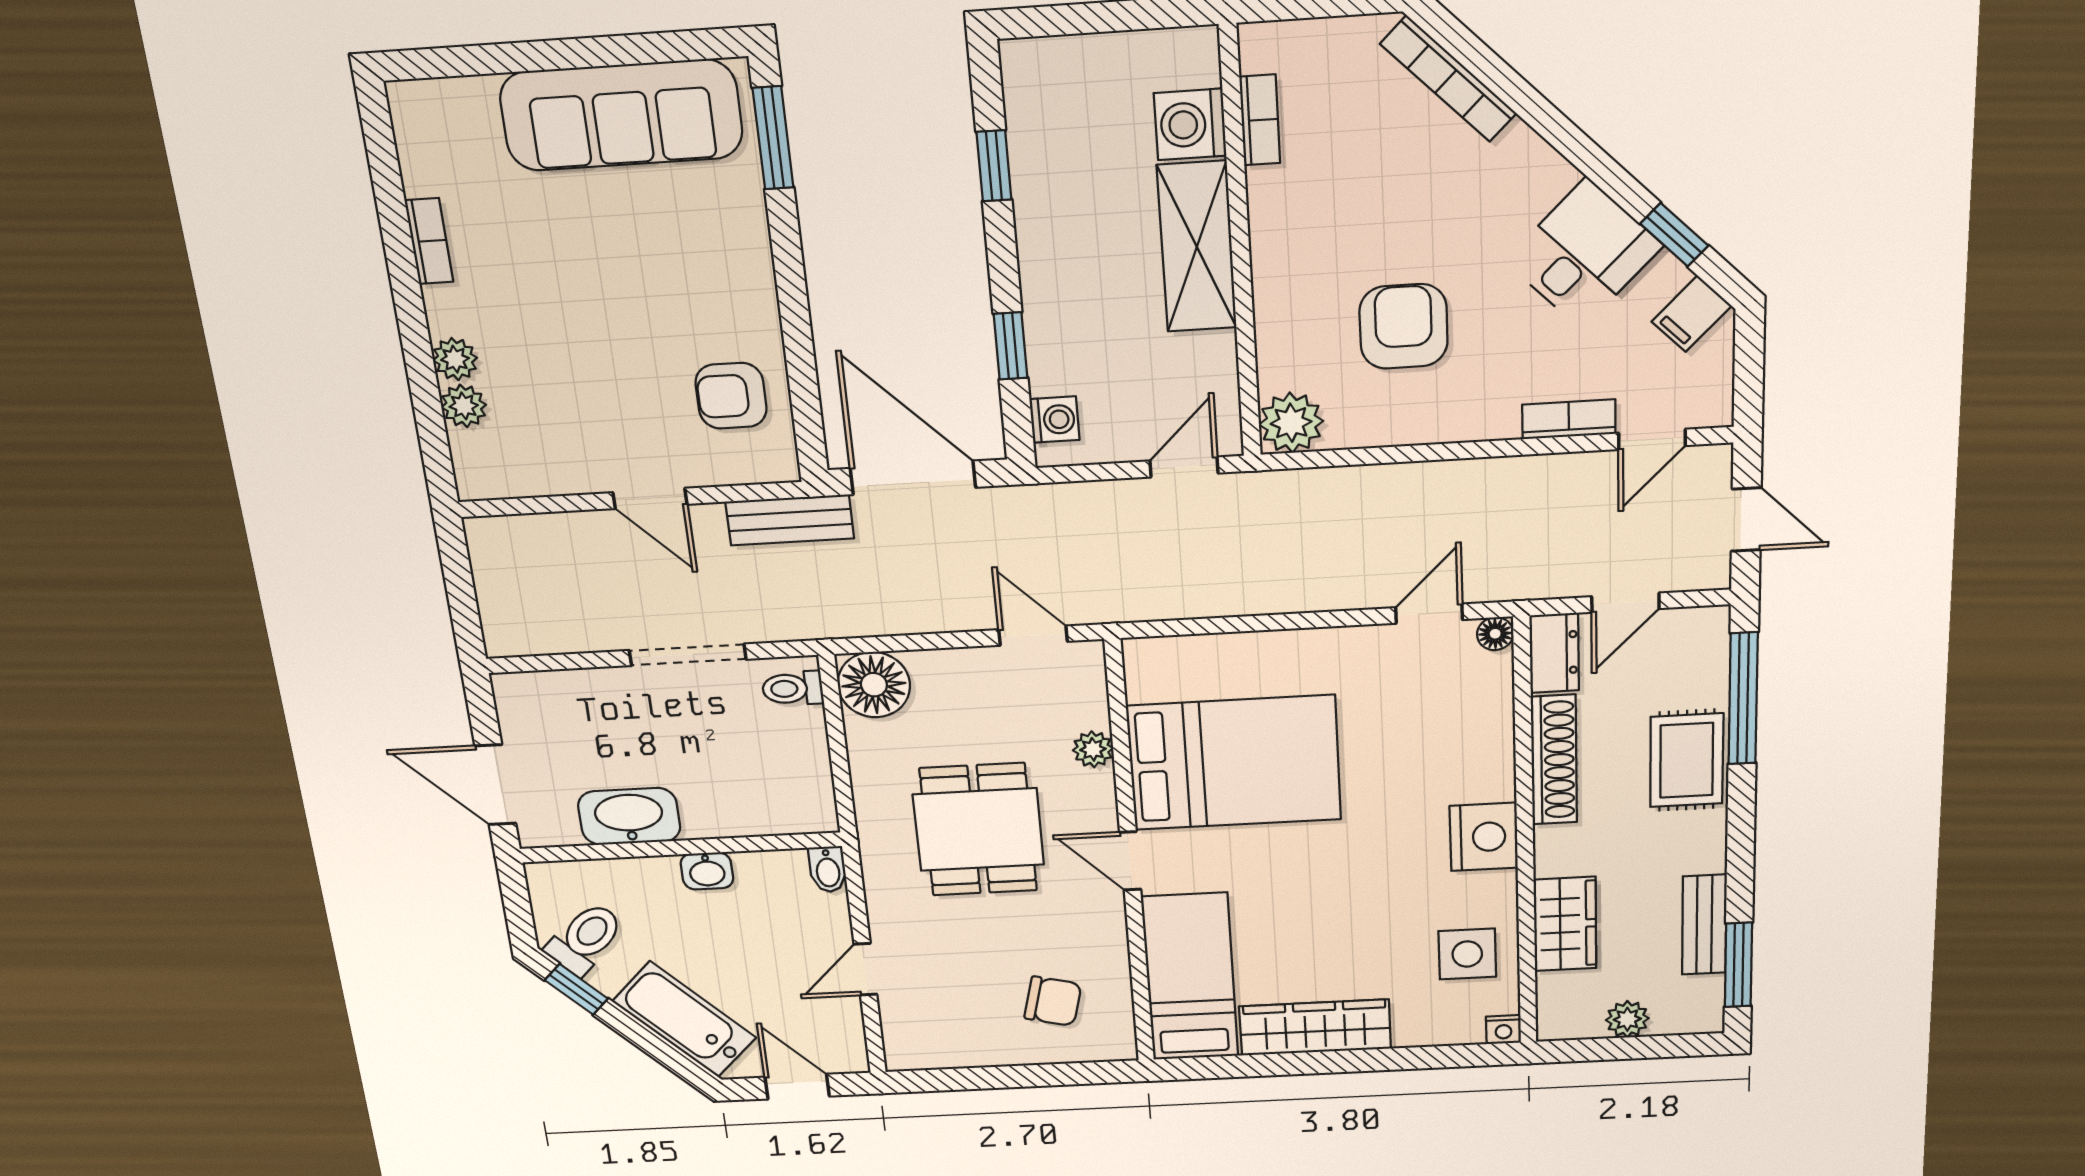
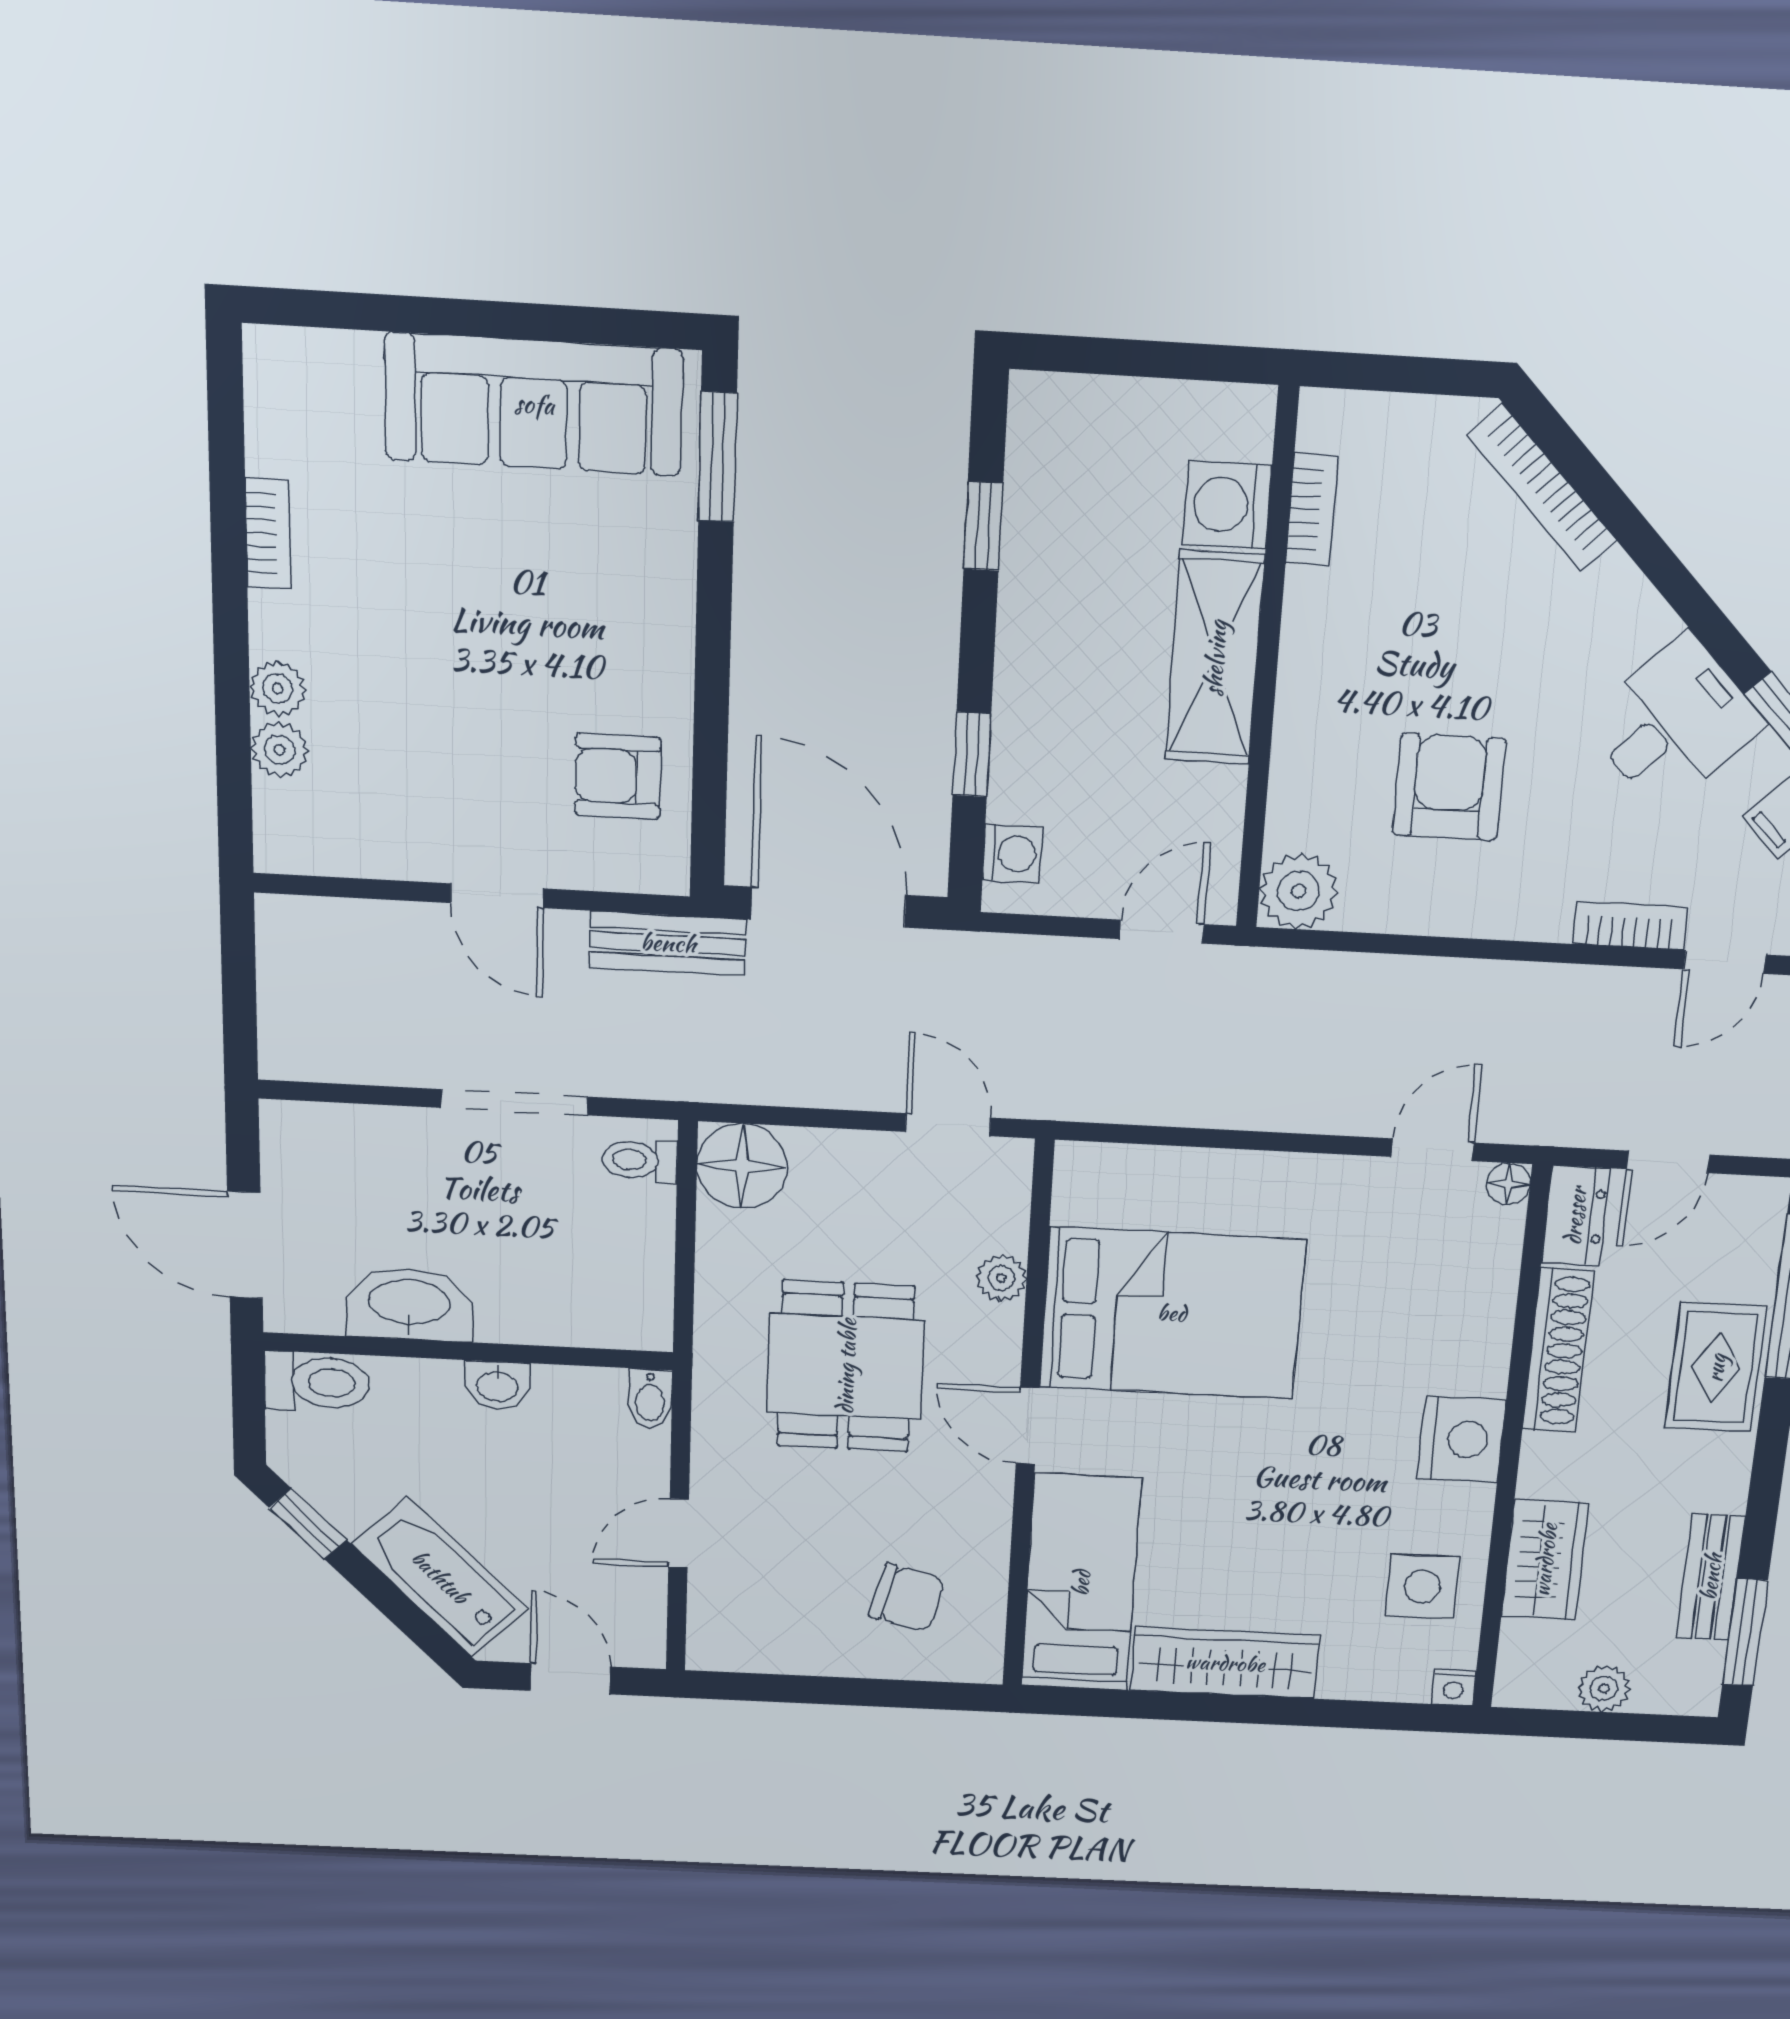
toilet: (585, 939) -> (317, 1382), moved, turned 45

